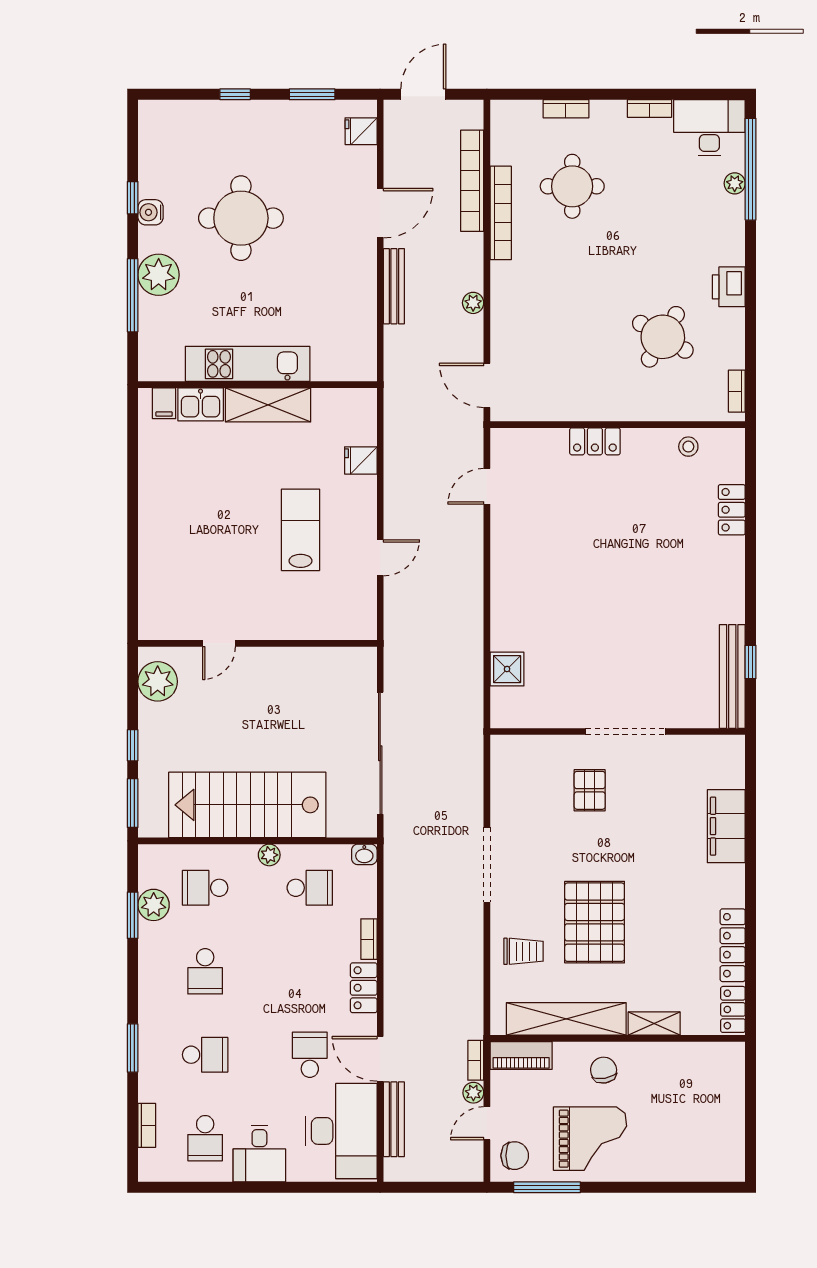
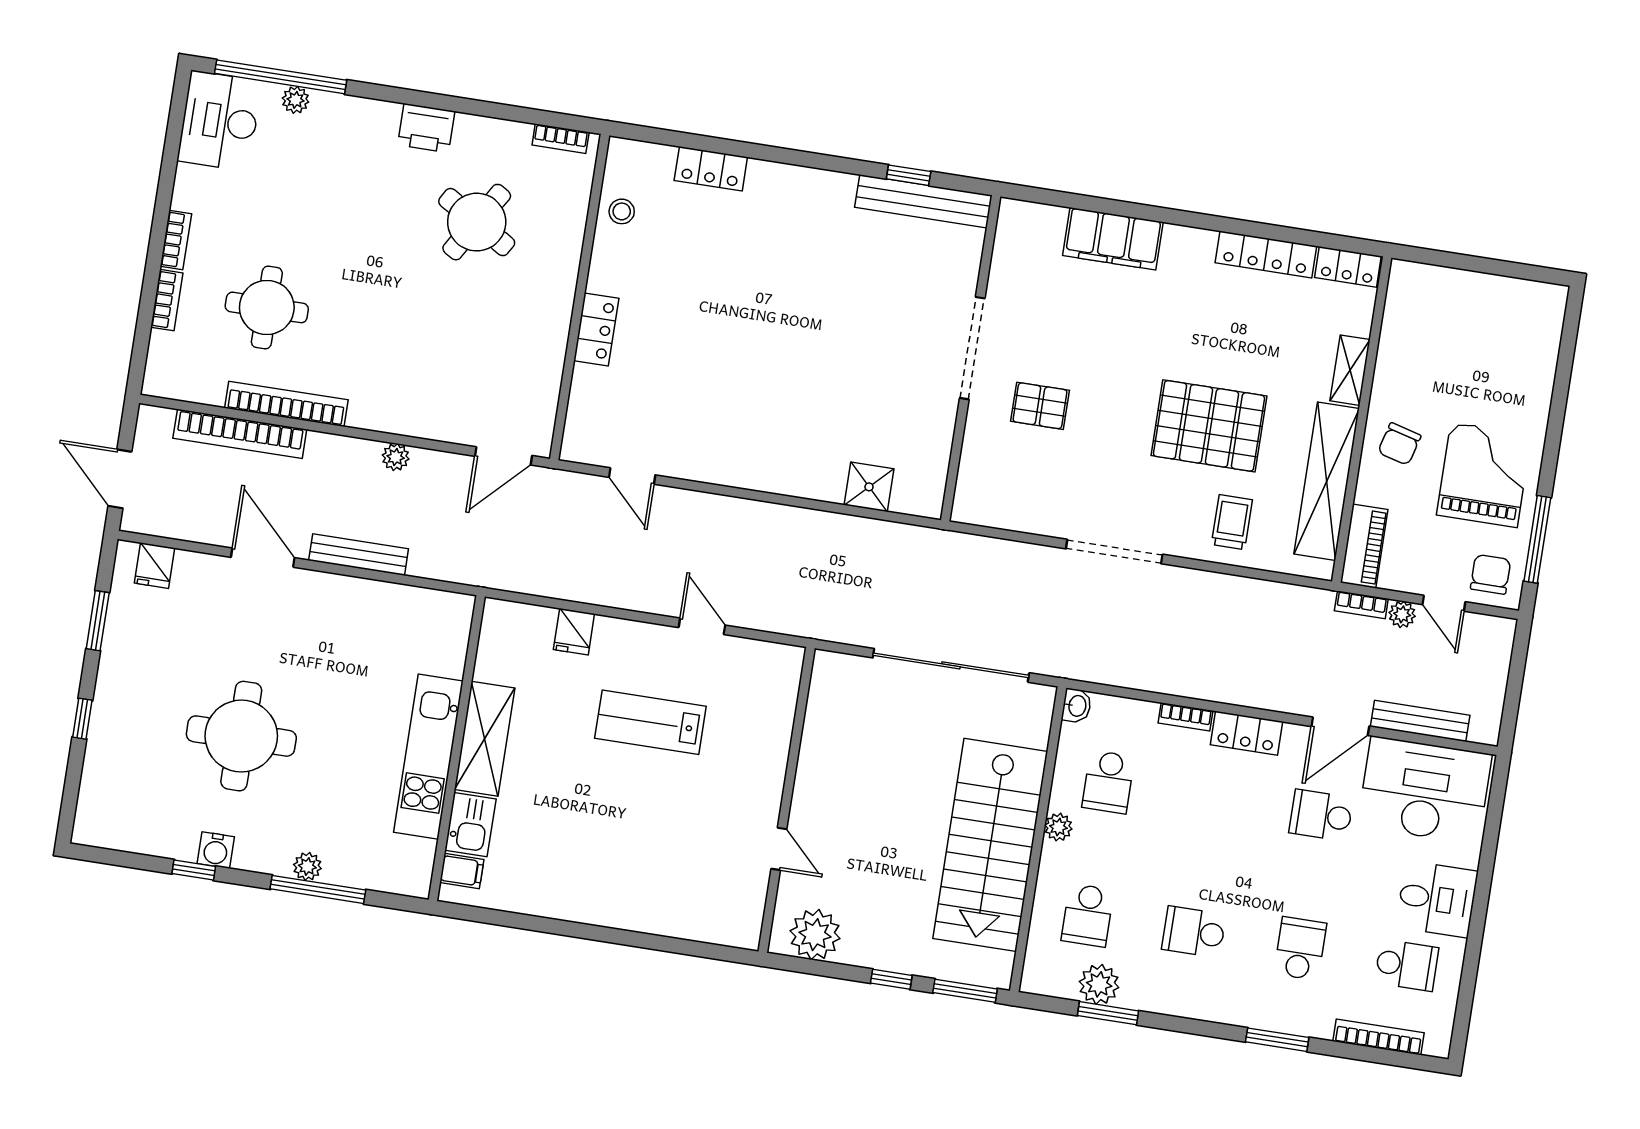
bookcase: (649, 109) -> (176, 240), moved
plant: (159, 275) -> (307, 866), width x0.53, depth x0.53
school desk: (310, 888) -> (1108, 782), turned 180
school desk: (205, 971) -> (1194, 932), turned 180
chair: (604, 1070) -> (1399, 444), turned -65
bookcase: (147, 1125) -> (1379, 1037), width x1.56

